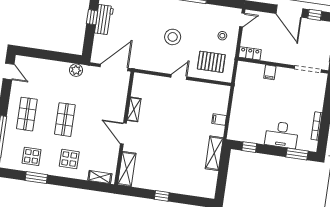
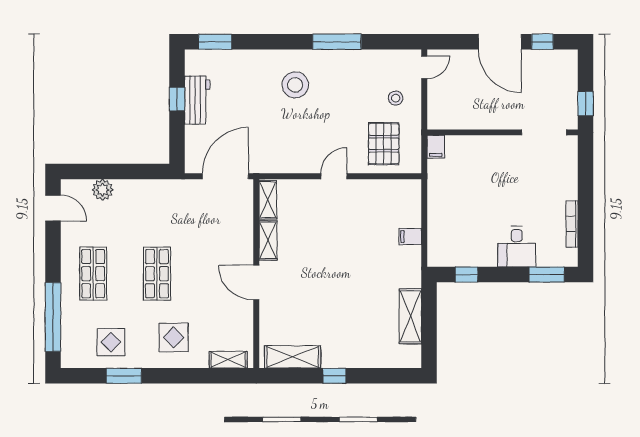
stool: (173, 37) -> (295, 85), moved
locker: (250, 53) -> (445, 121), removed
pallet: (211, 62) -> (384, 144), turned 90
plant: (76, 70) -> (102, 190), moved
filing cabinet: (270, 72) -> (436, 147), moved
shelving: (137, 85) -> (268, 200), added
desk: (282, 135) -> (517, 247), width x0.73
shelving: (214, 153) -> (410, 316), moved
shelving: (127, 169) -> (293, 357), moved, turned 90

